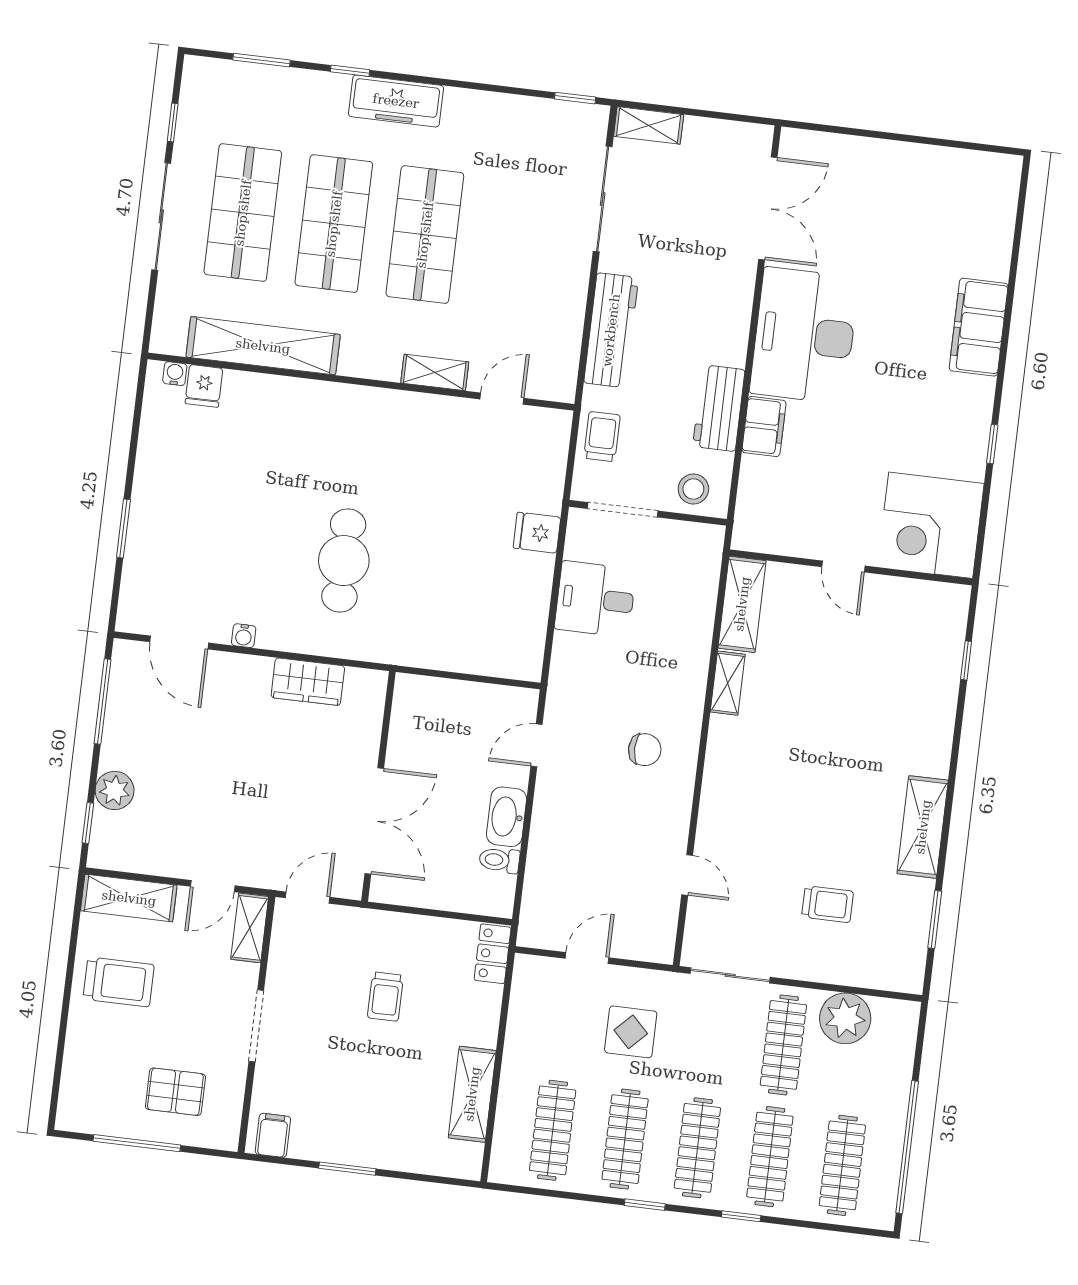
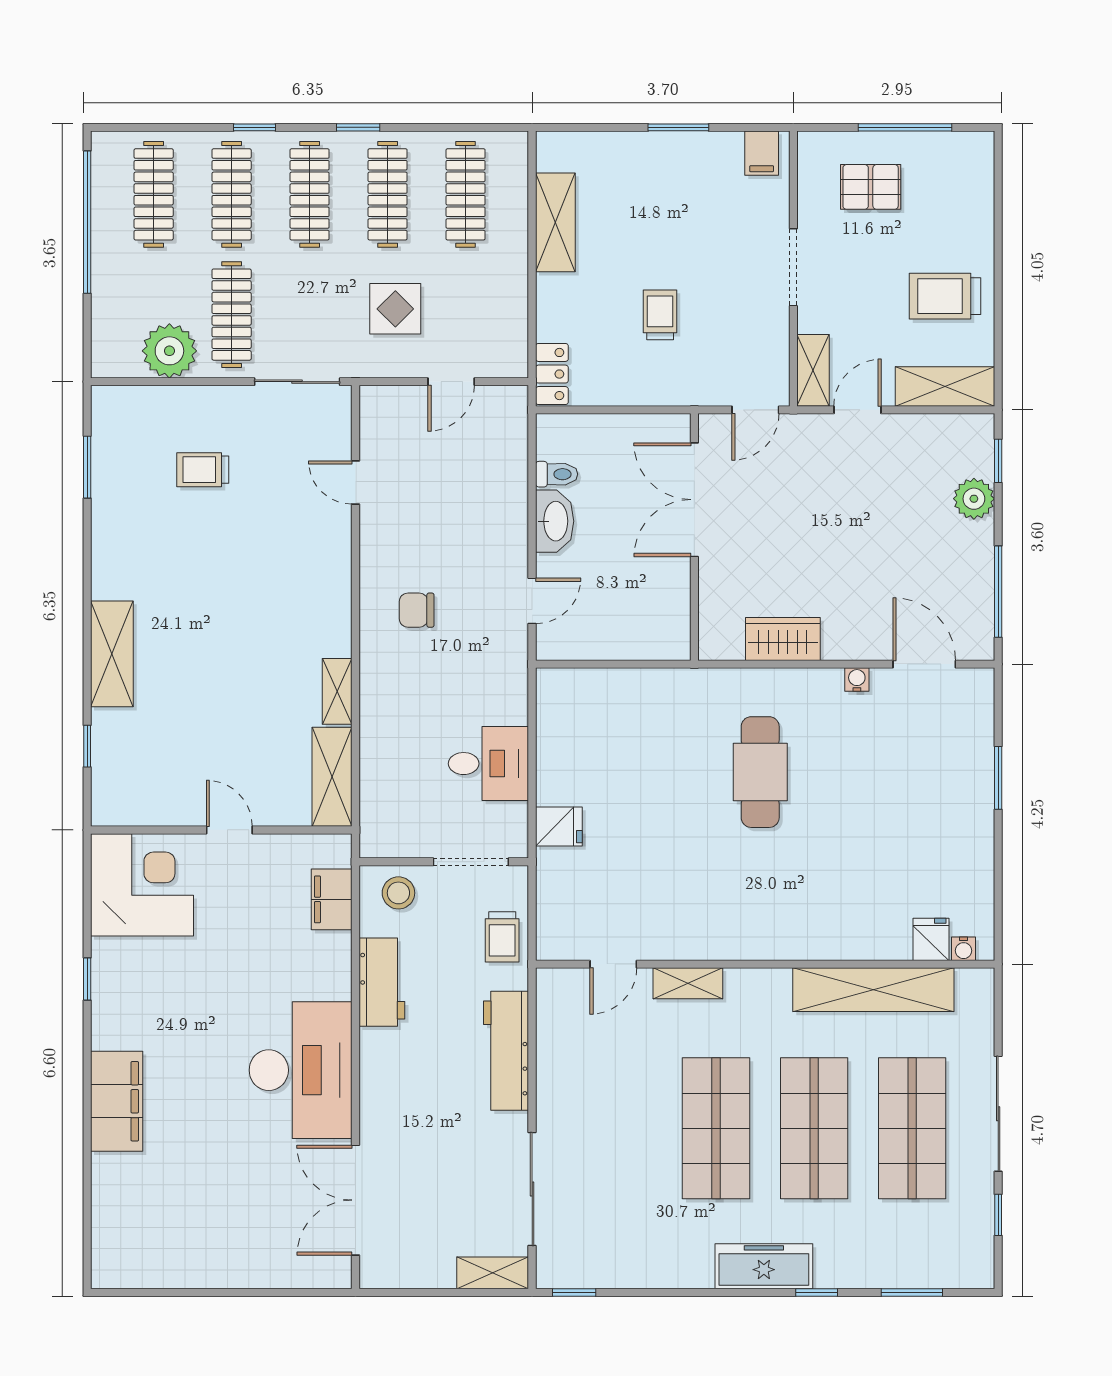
filing cabinet: (764, 426) -> (332, 899), moved
shelving: (923, 827) -> (112, 654), moved

